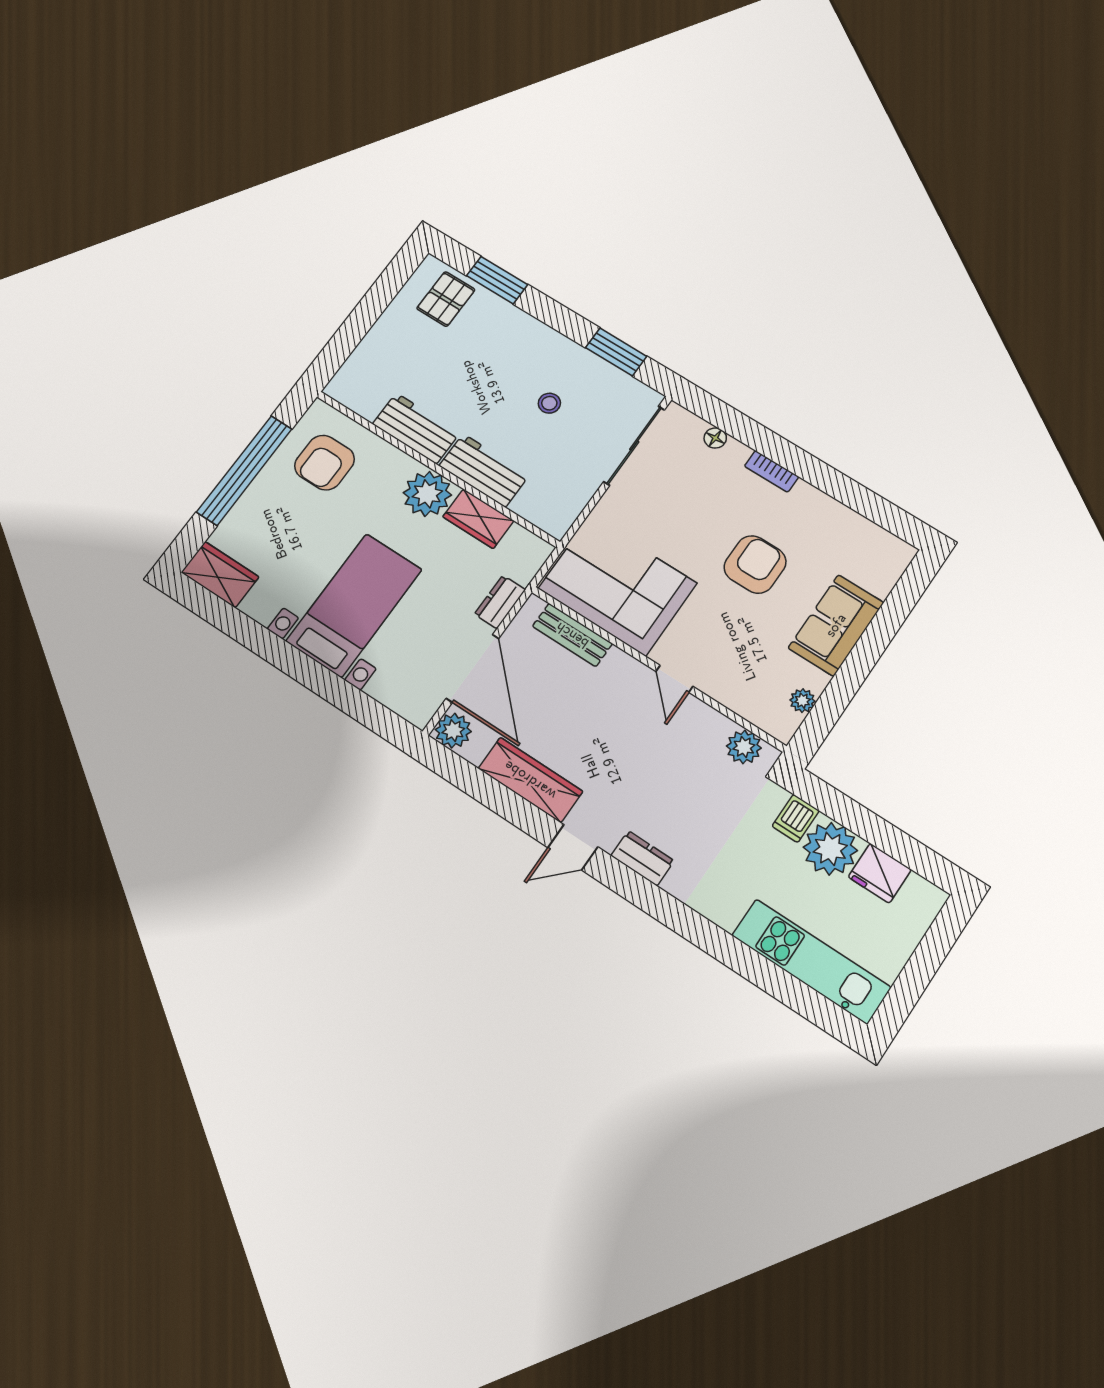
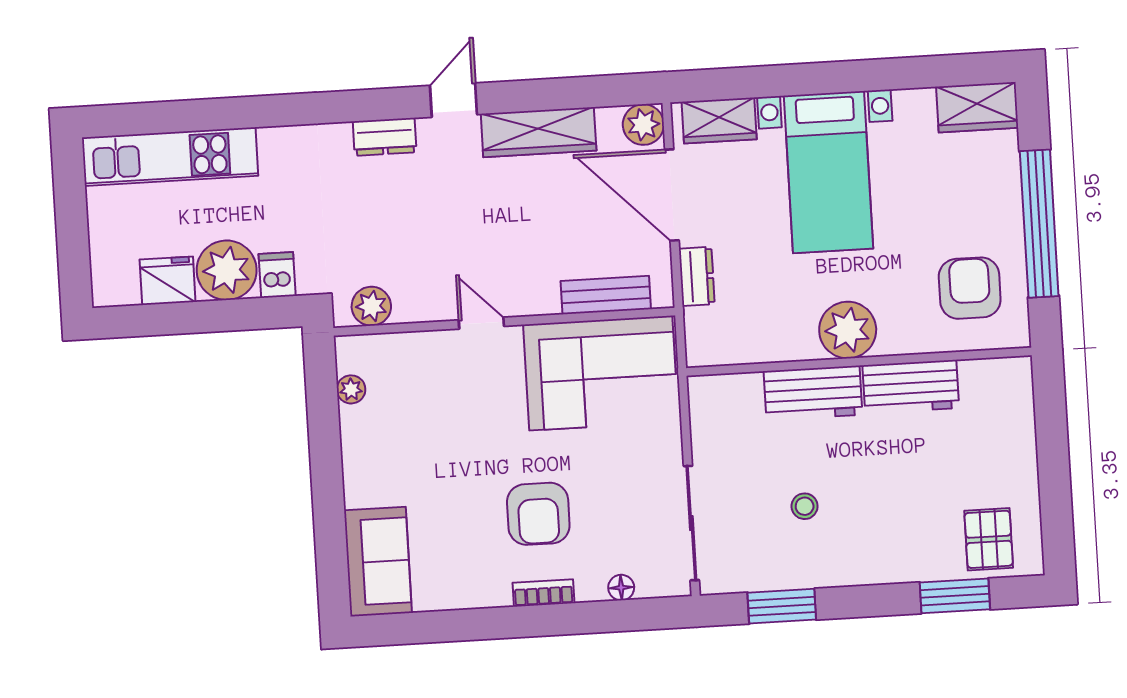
wardrobe: (478, 519) -> (719, 121), moved, turned 180
armchair: (755, 564) -> (538, 514), moved
sofa: (836, 625) -> (378, 562), moved

